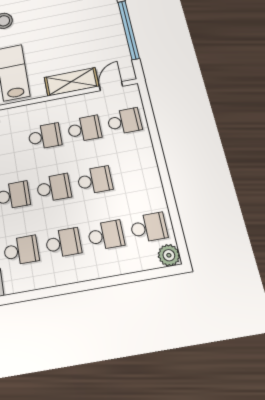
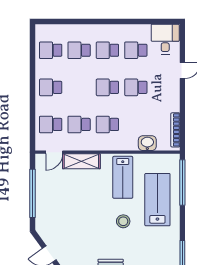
school desk: (95, 180) -> (51, 87), moved
plant: (169, 255) -> (42, 31), removed

